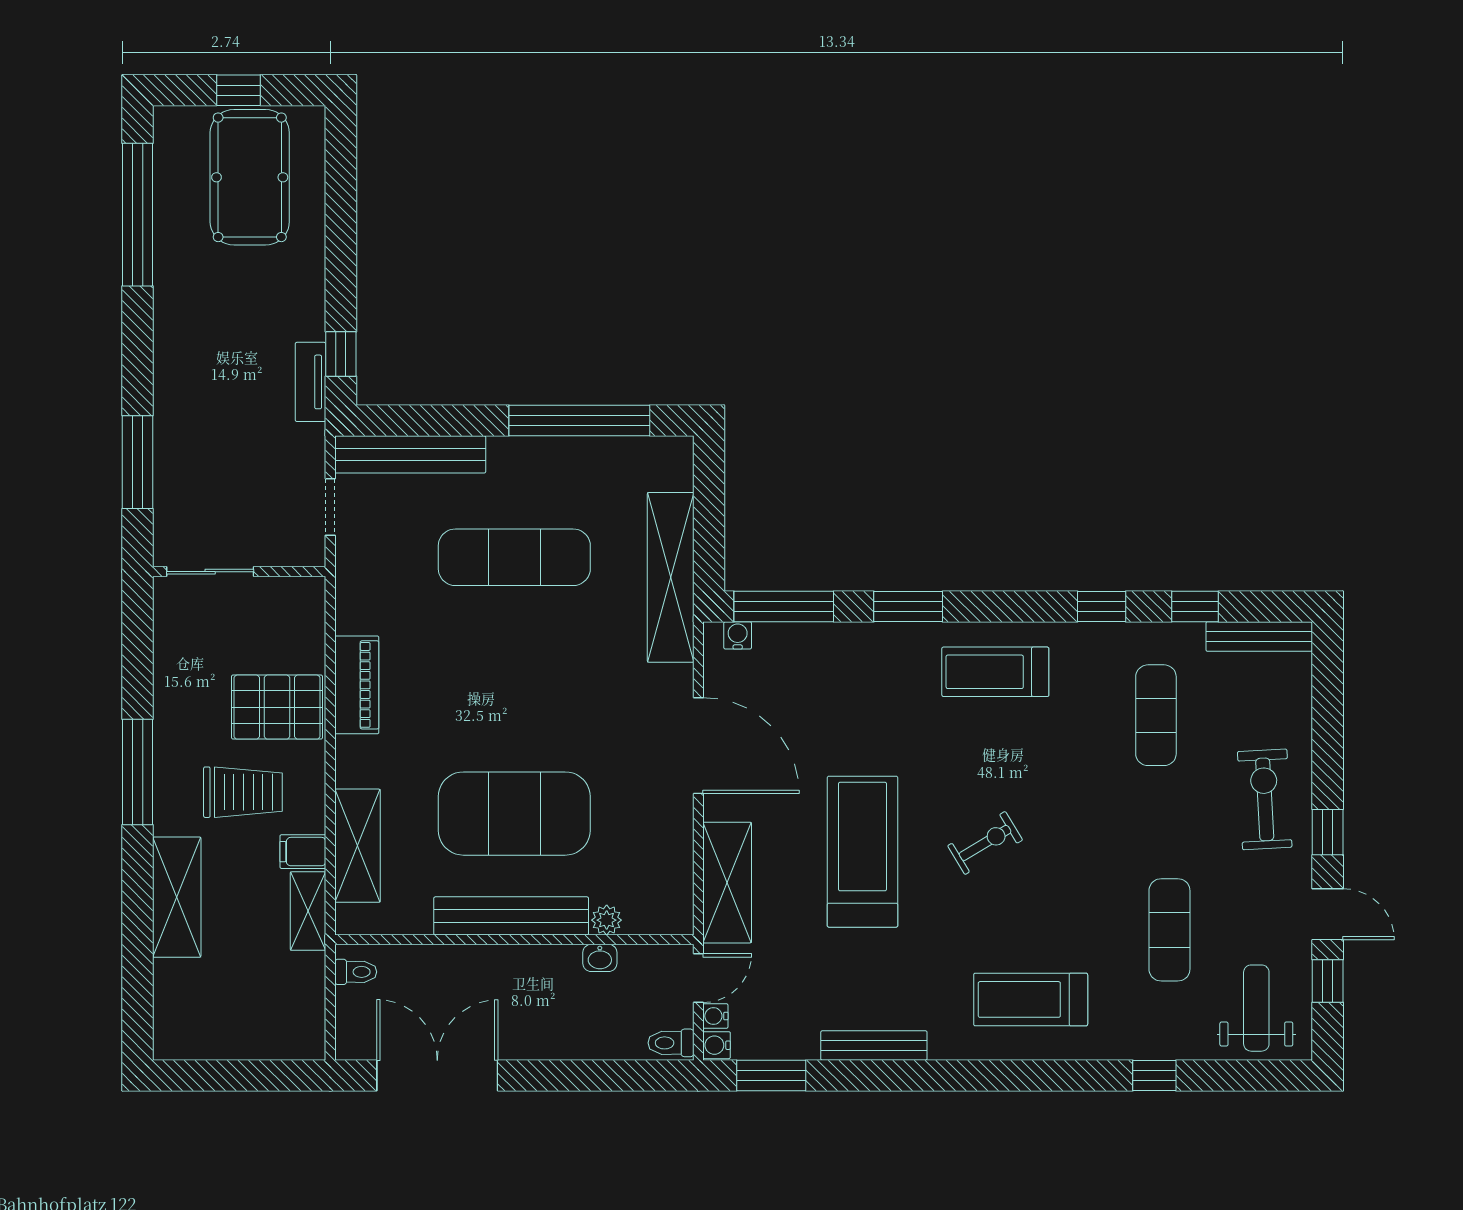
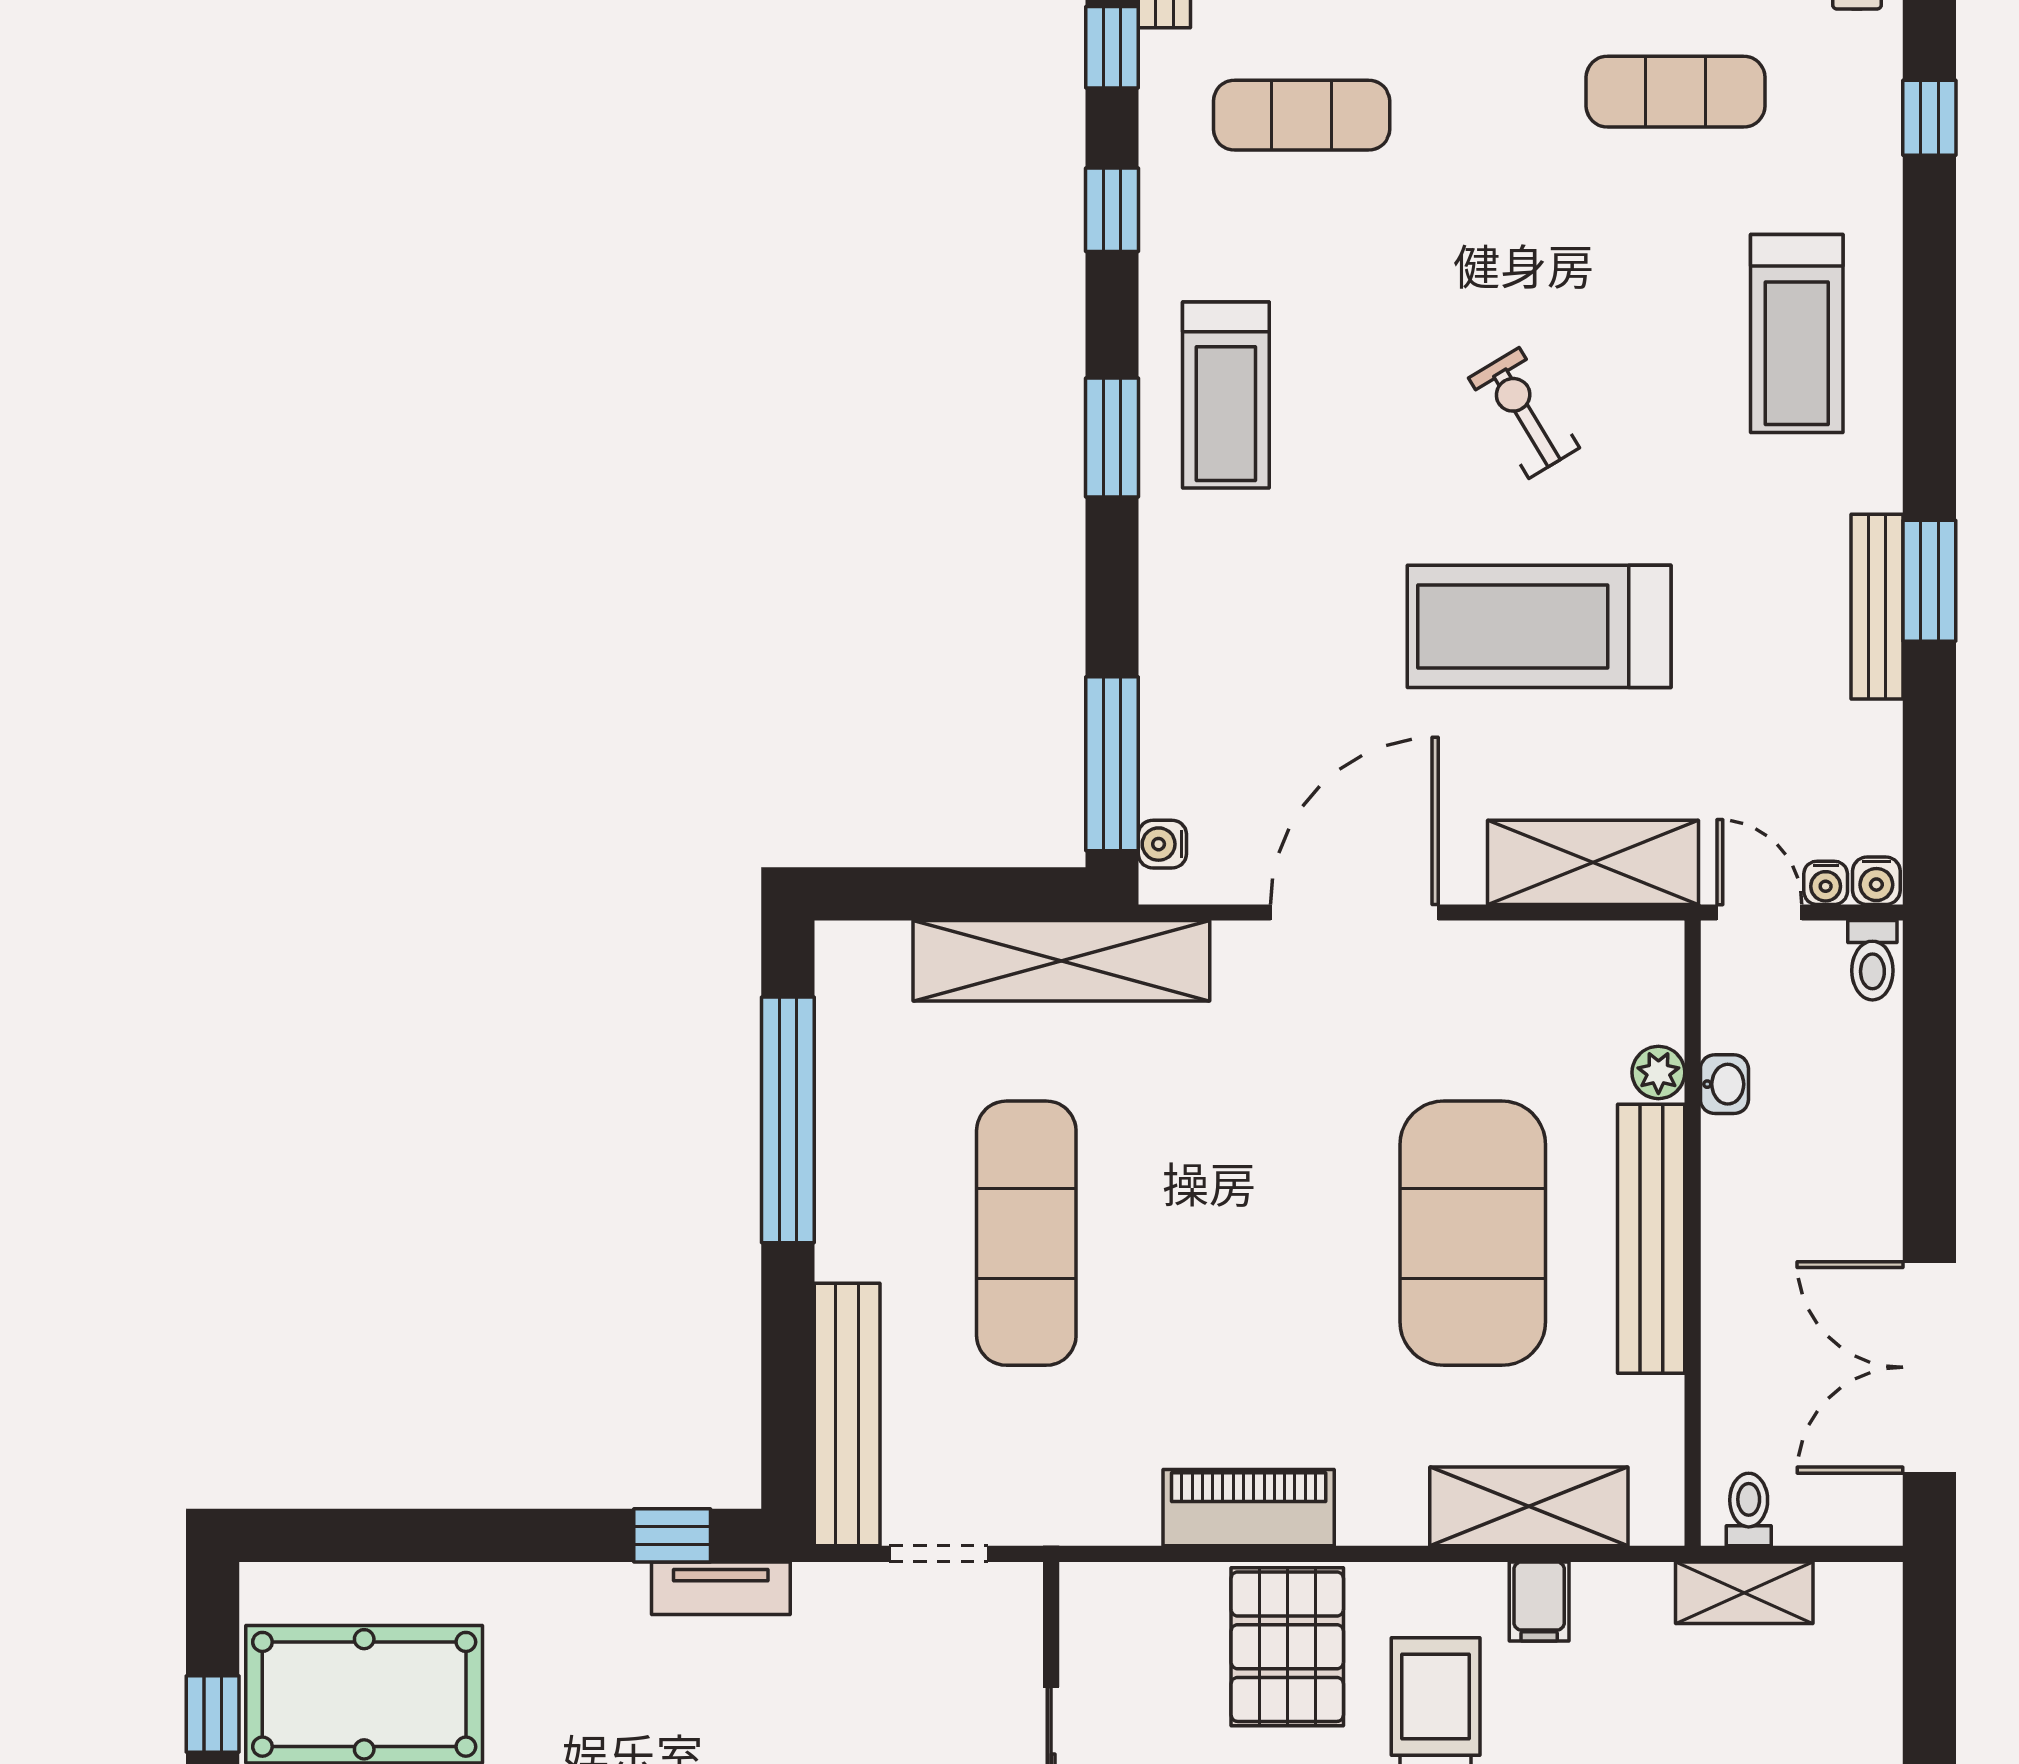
window: (908, 606) -> (1112, 437), moved
shelving: (308, 911) -> (1744, 1593), moved
window: (771, 1076) -> (1929, 581), moved

